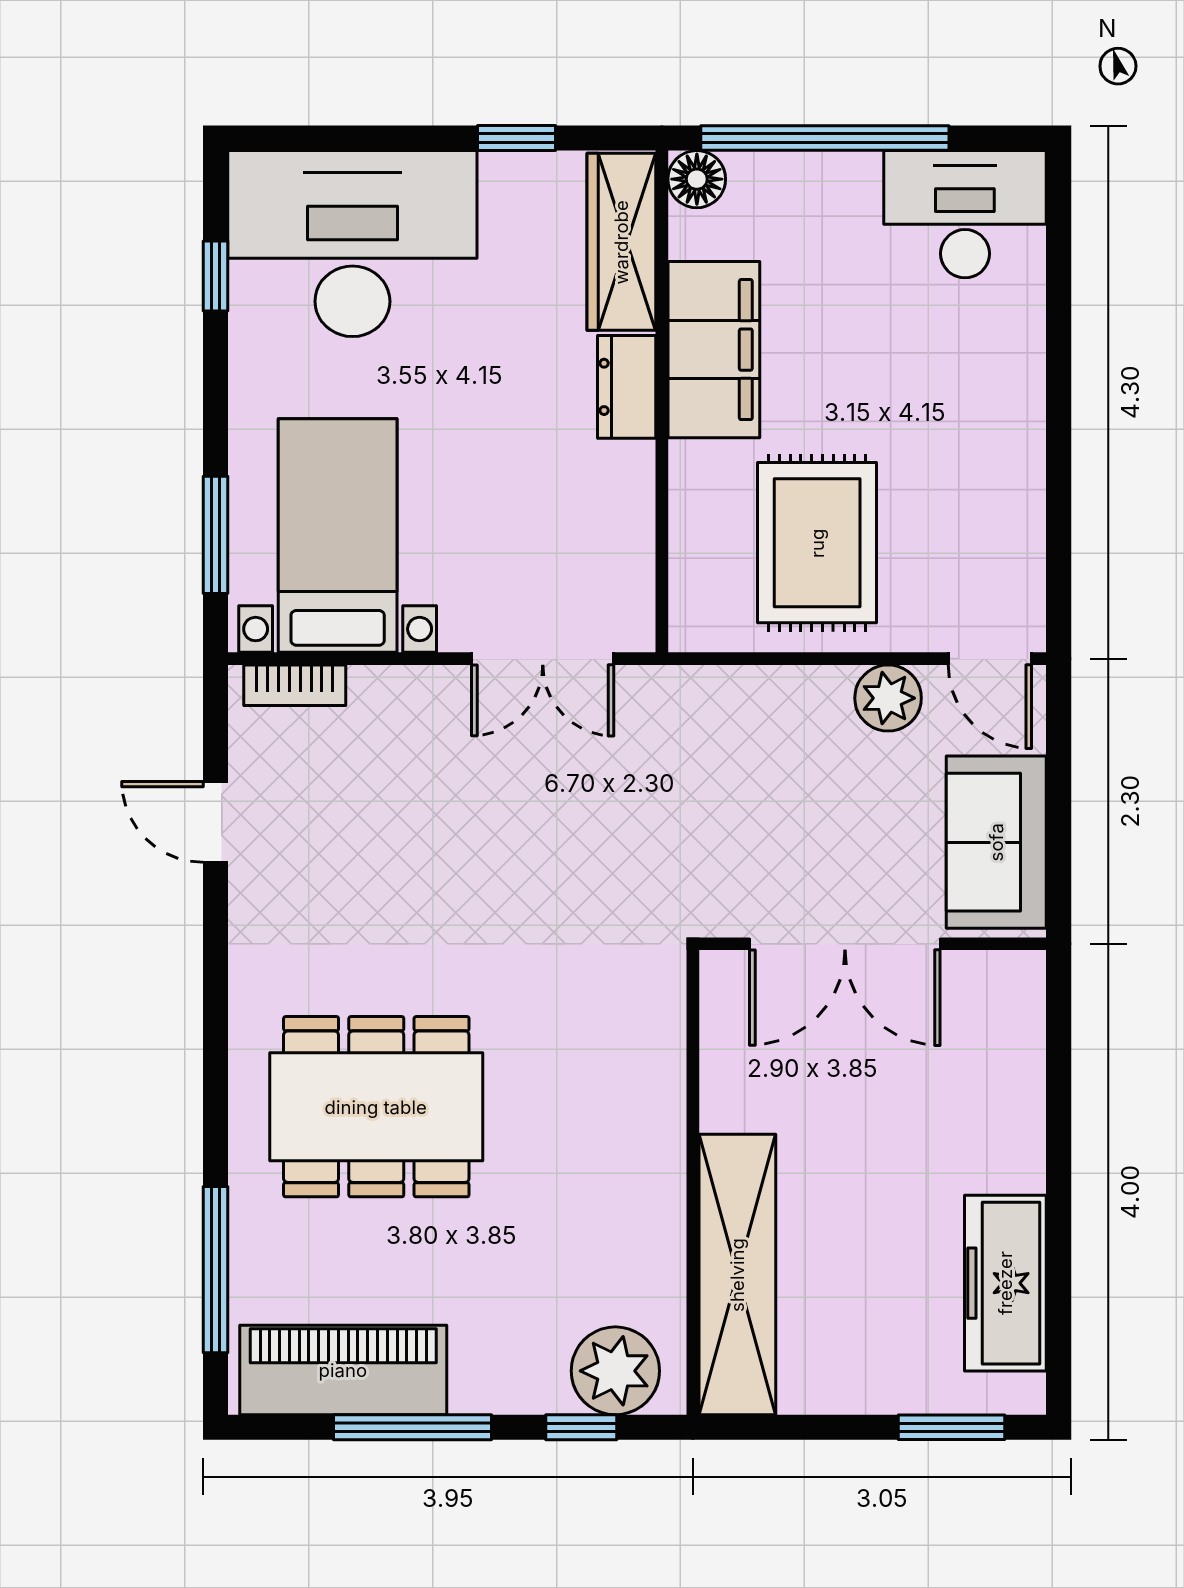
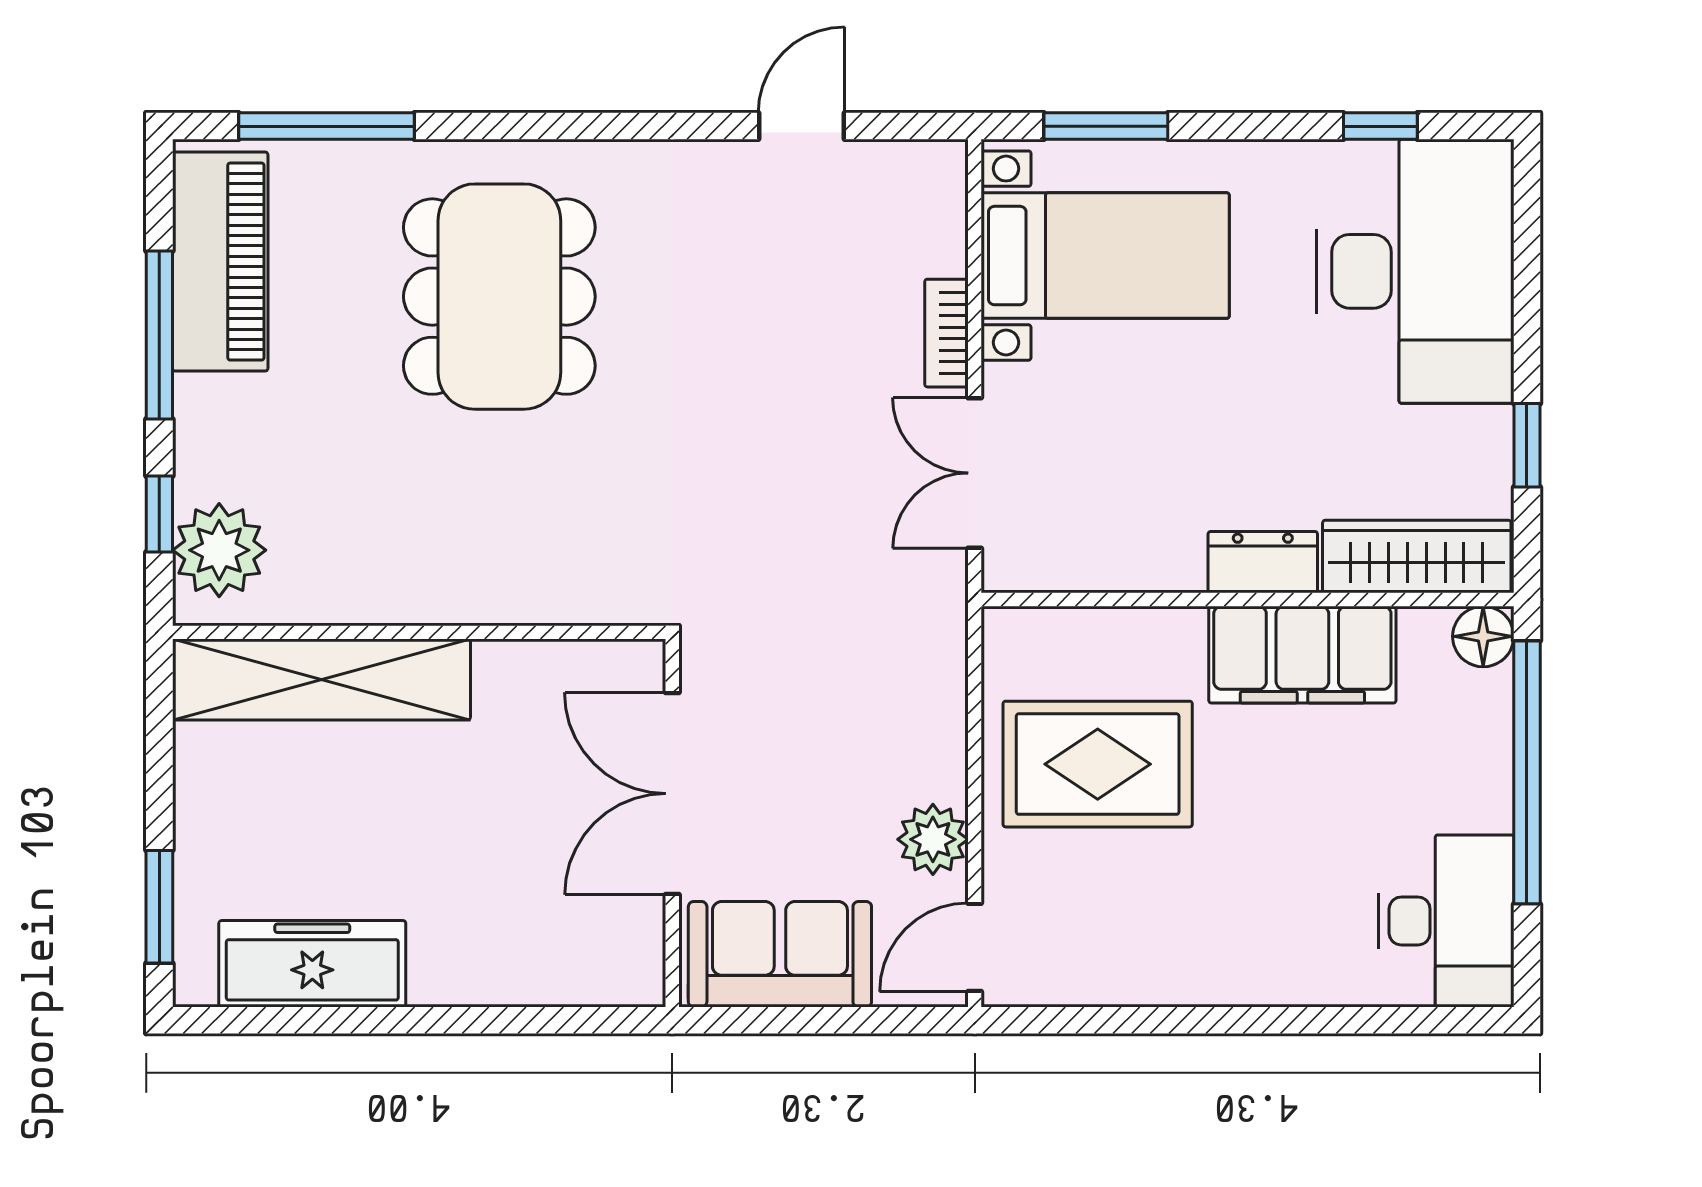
bookcase: (295, 685) -> (946, 333), moved

